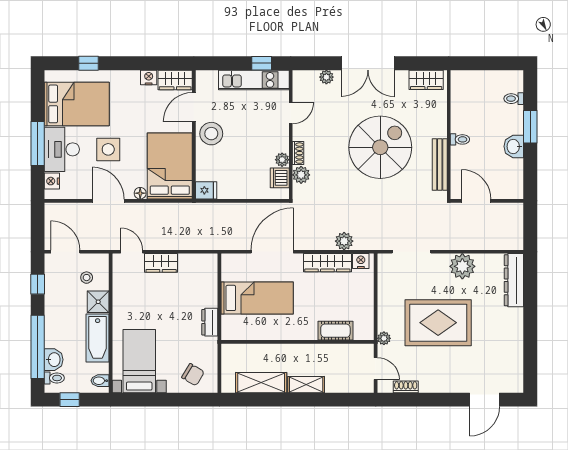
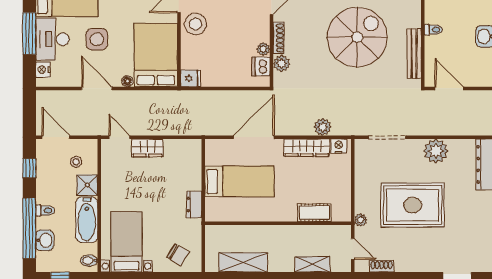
shoe rack: (298, 153) -> (279, 38), width x1.43
toilet: (54, 378) -> (45, 210), moved
shelving: (306, 385) -> (312, 264), moved

